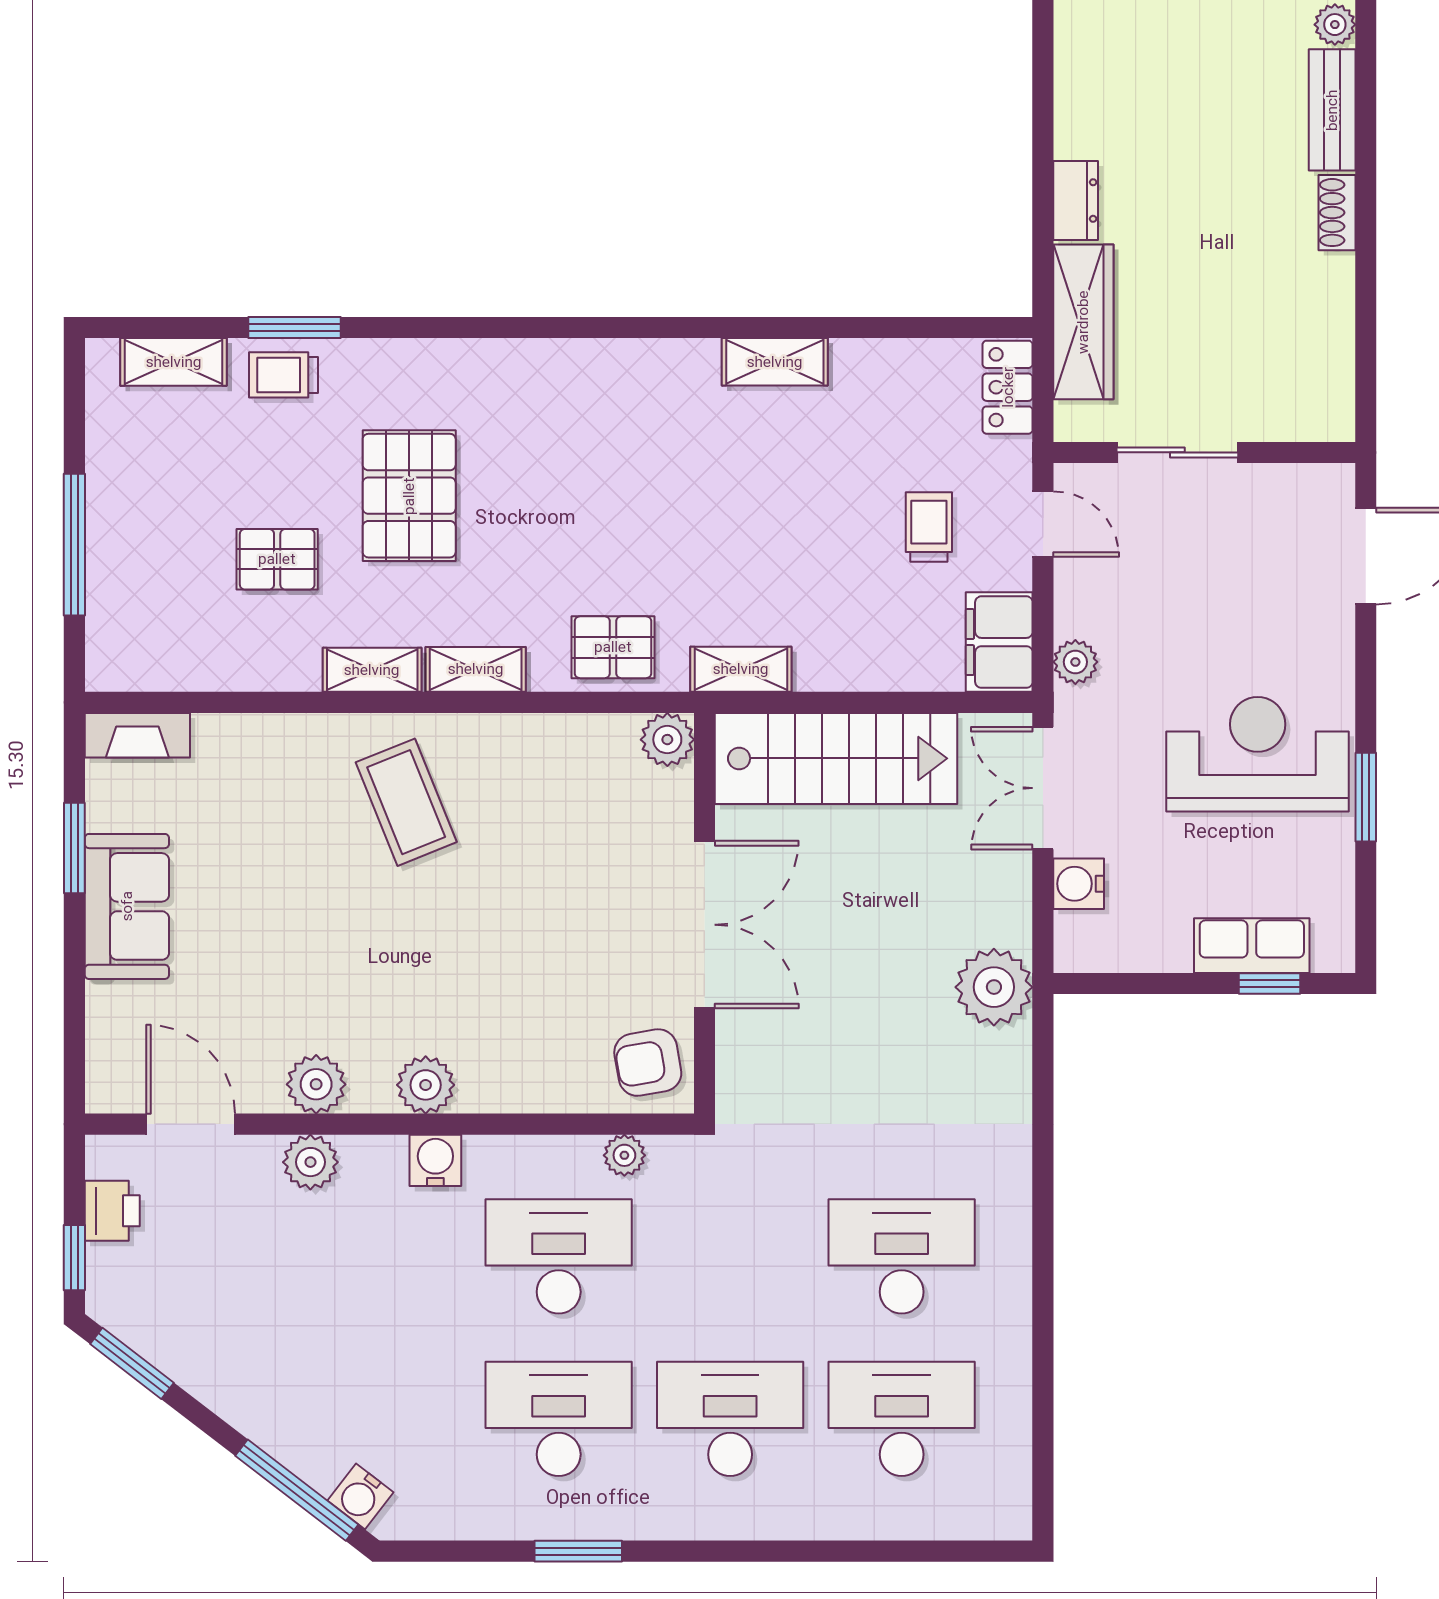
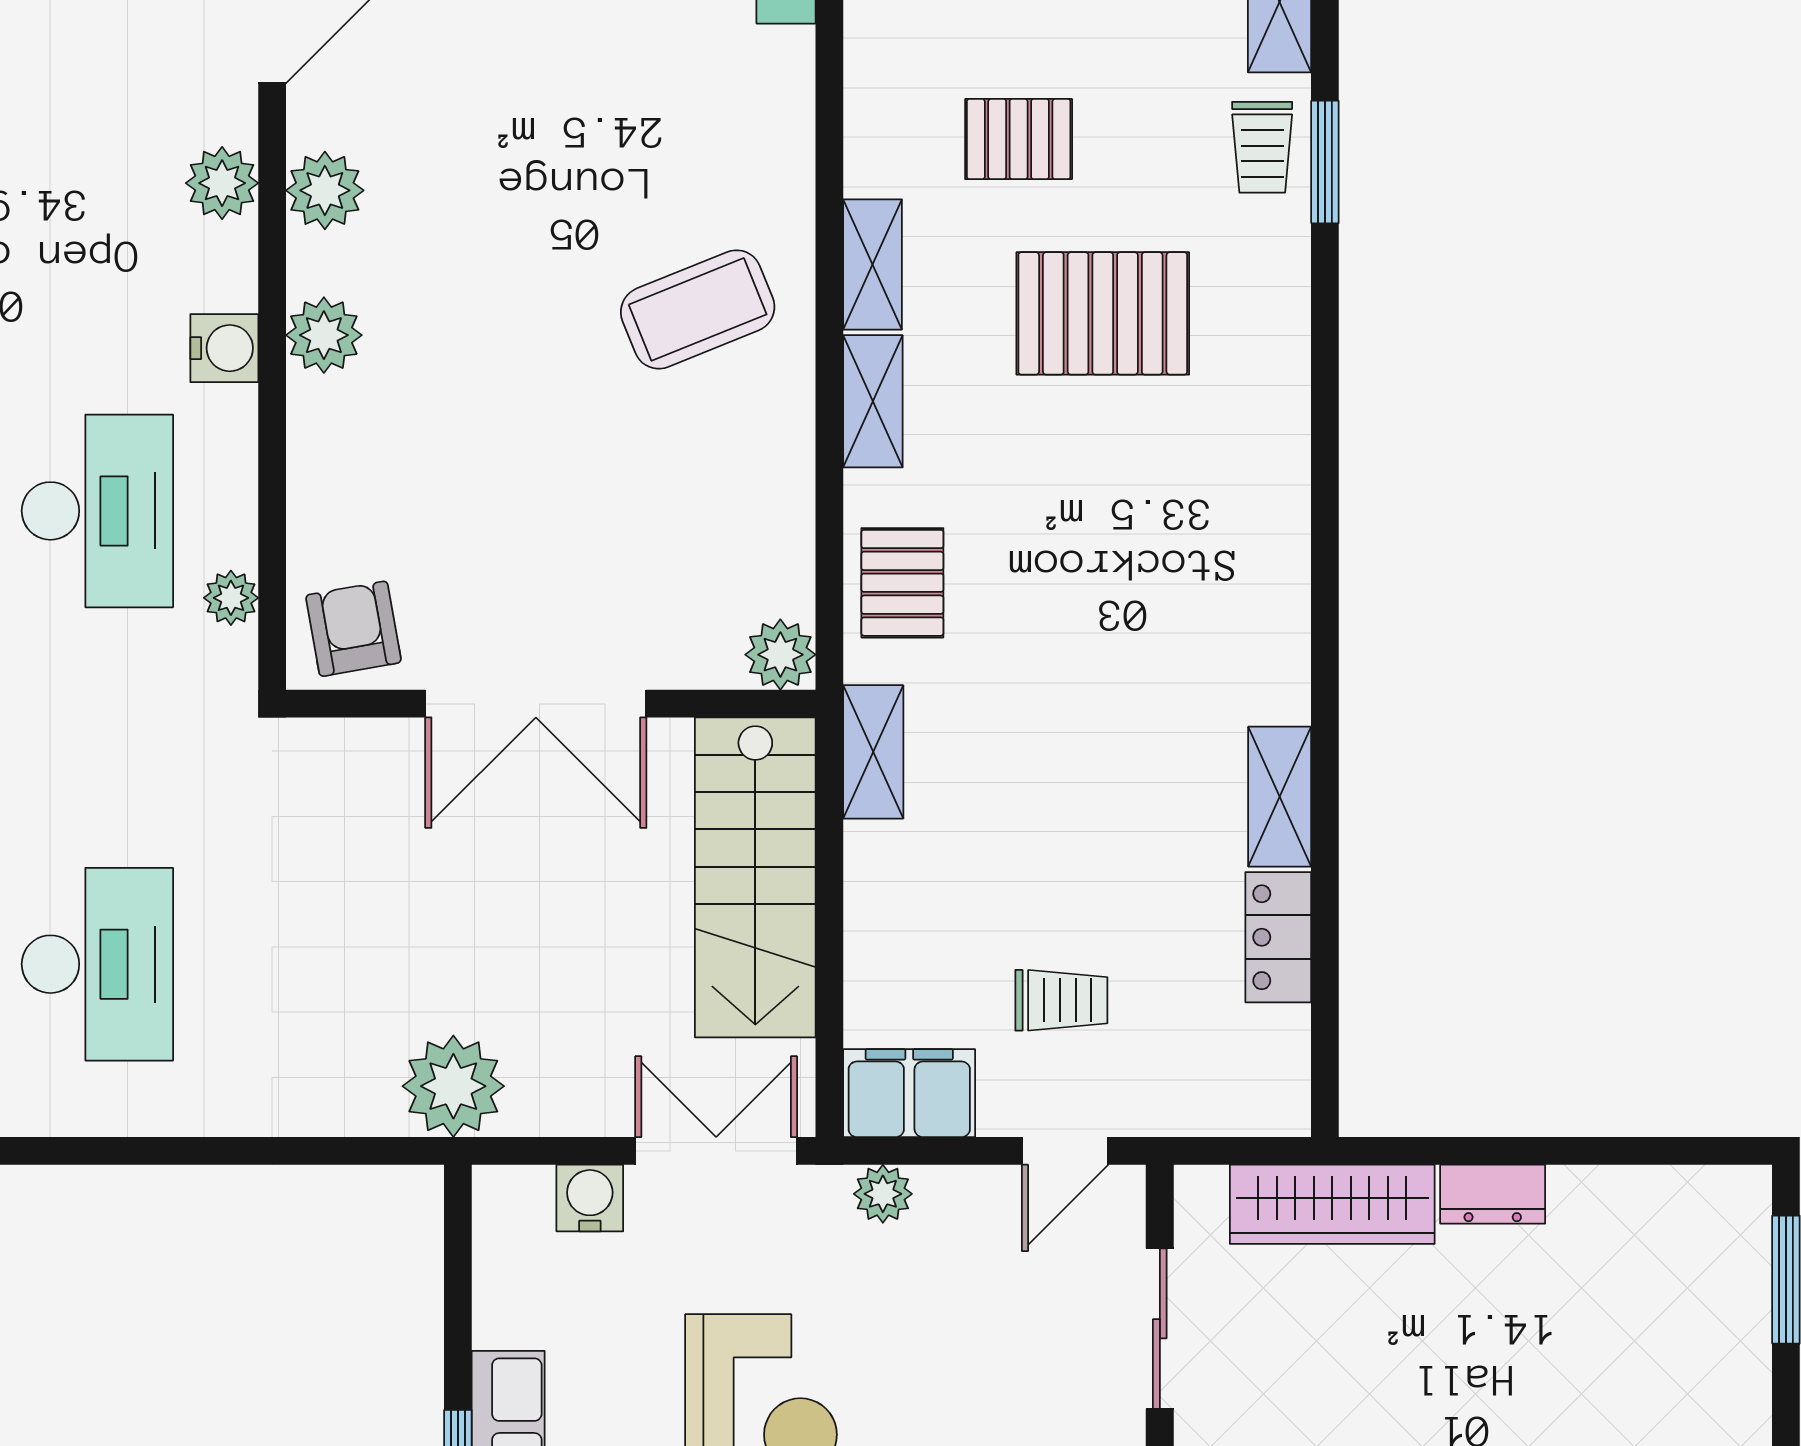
trolley: (283, 375) -> (1262, 147), turned 180
locker: (1008, 387) -> (1278, 937), moved, turned -90
pallet: (277, 559) -> (1019, 139), turned 90

